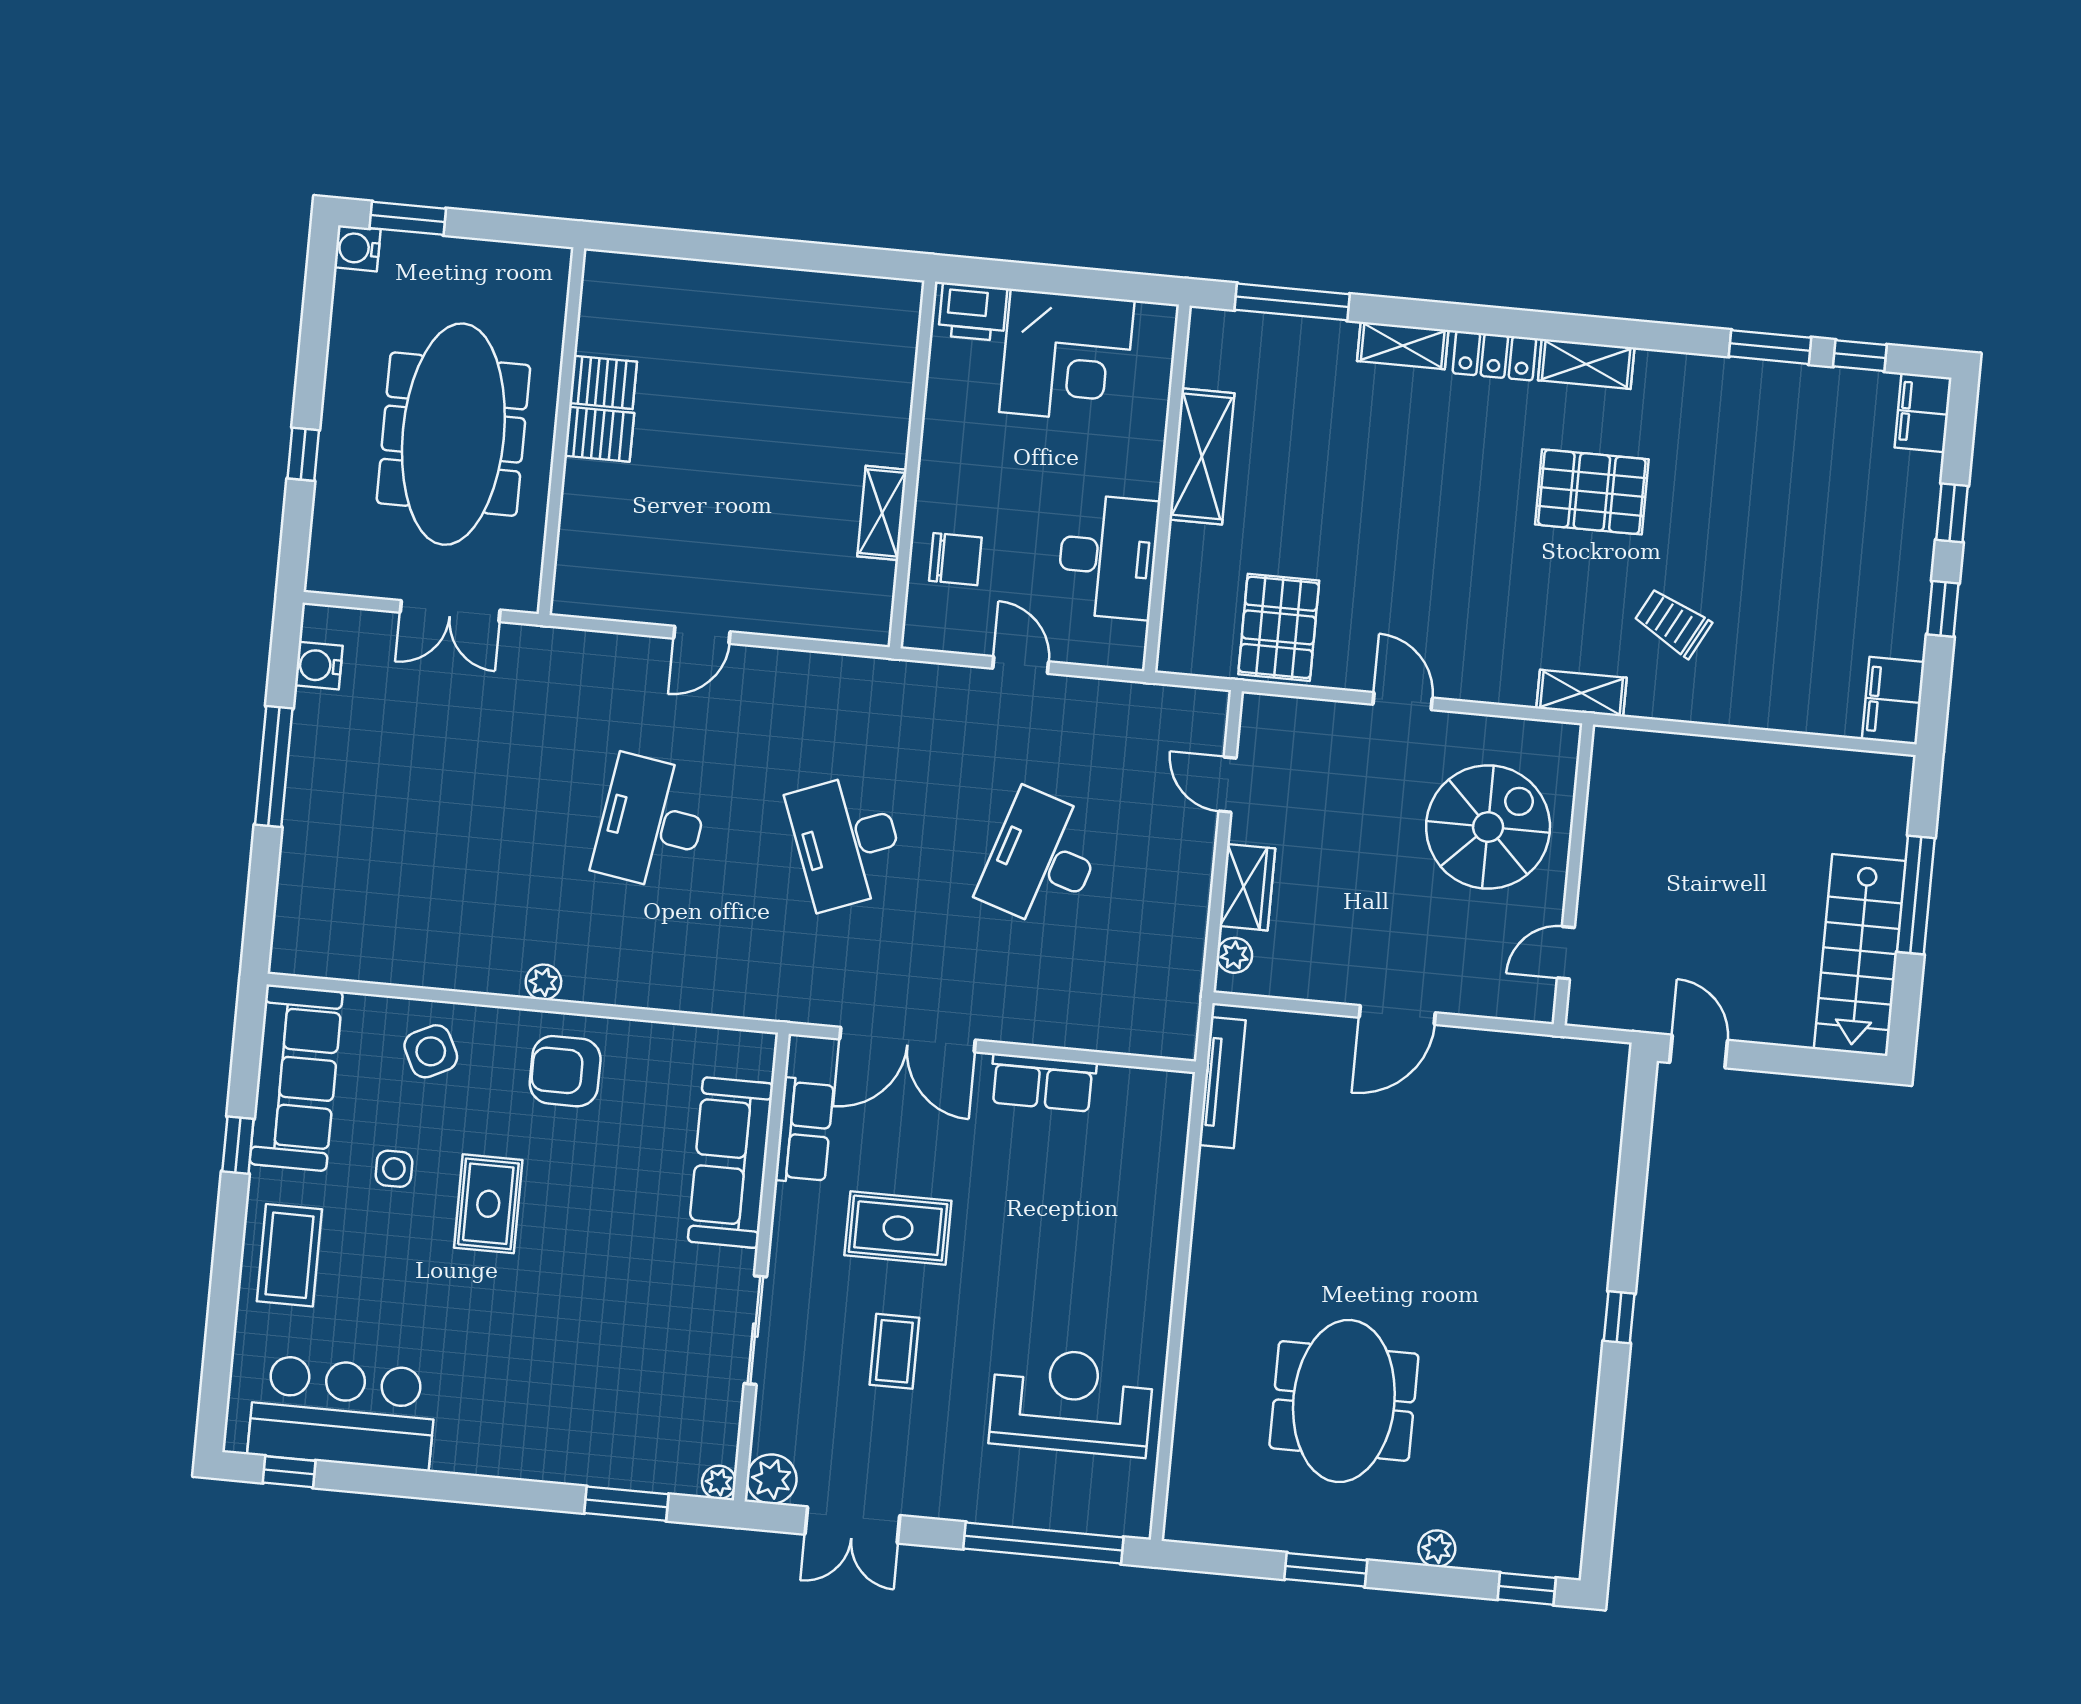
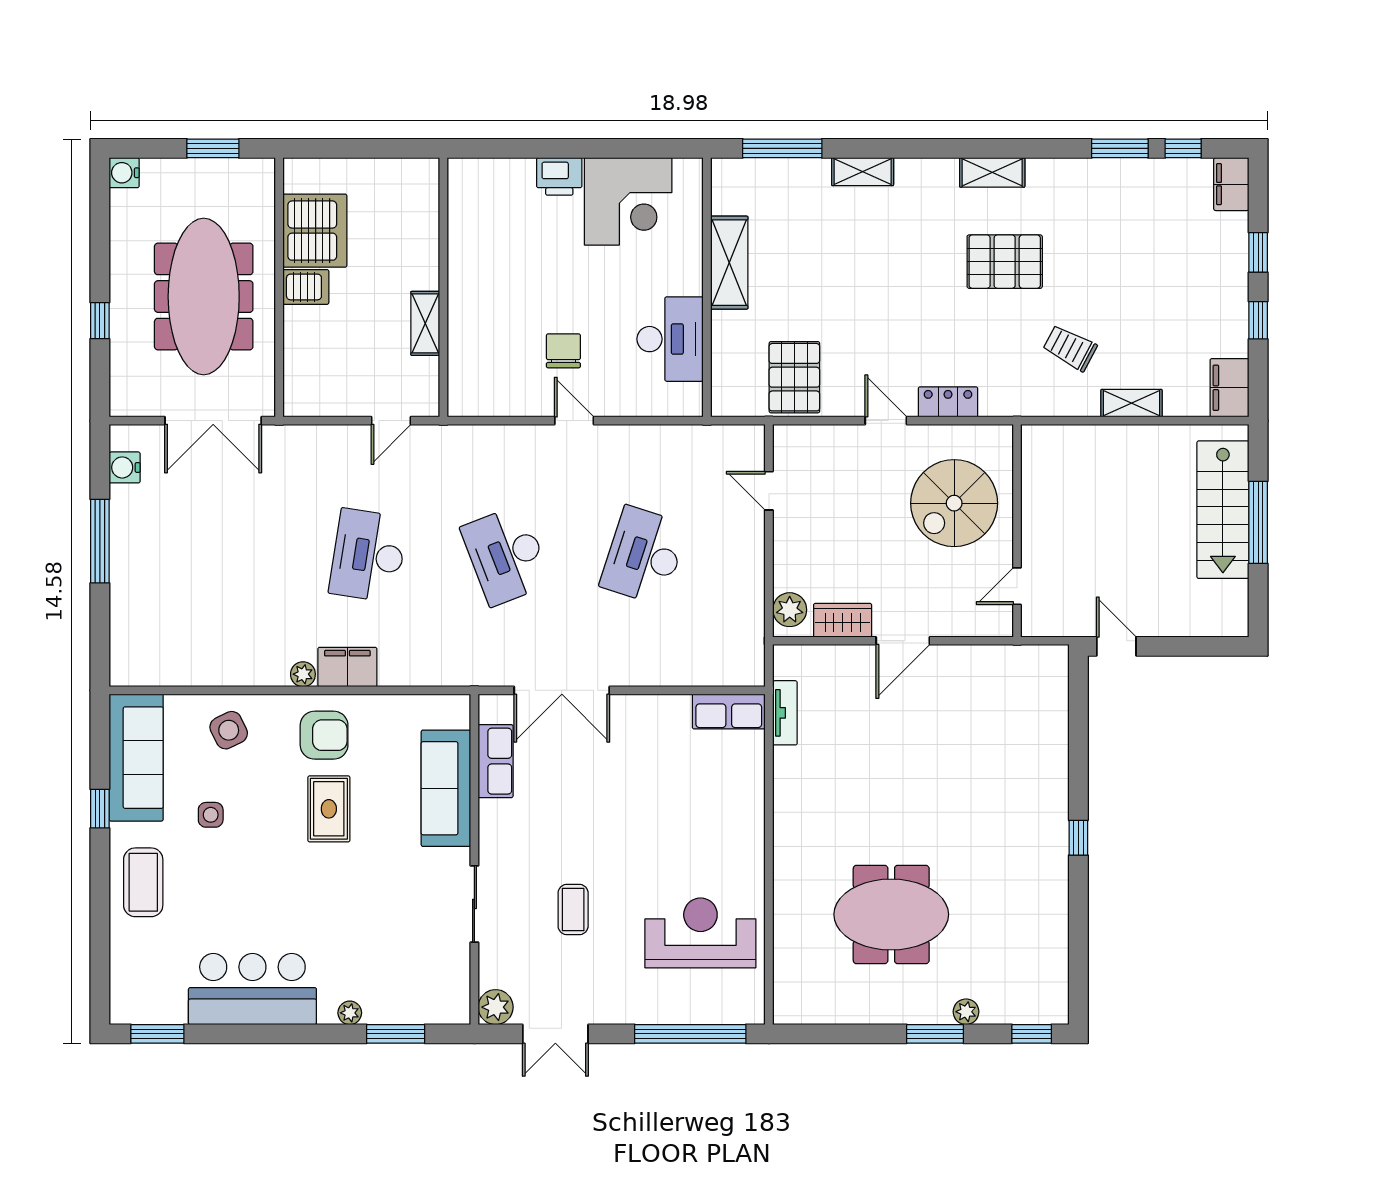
window: (408, 218) -> (213, 148), moved
locker: (1494, 356) -> (948, 402), moved, turned 180
server rack: (603, 382) -> (315, 231), width x2.18, depth x1.44
wall: (912, 464) -> (443, 287), moved
shelving: (882, 513) -> (425, 323), moved
chair: (955, 559) -> (563, 351), turned -90
double door: (450, 611) -> (213, 421), width x1.37
door: (1021, 665) -> (574, 421), moved
shelving: (1582, 693) -> (1131, 403), moved
spiral stairs: (1488, 827) -> (954, 503), turned 180
wardrobe: (1247, 887) -> (843, 620), moved, turned -90
plant: (1234, 955) -> (790, 610), width x1.38, depth x1.38
stairs: (1860, 955) -> (1223, 510), moved
filing cabinet: (607, 978) -> (347, 667), added
armchair: (565, 1071) -> (324, 735), turned 180
row of seats: (1043, 1083) -> (729, 712), moved
tv unit: (1222, 1083) -> (785, 713), width x0.71
rug: (488, 1204) -> (329, 809), moved
rug: (898, 1228) -> (568, 823), removed
meeting table: (1344, 1401) -> (891, 914), turned 90
bar counter: (343, 1413) -> (252, 989), moved
window: (289, 1472) -> (157, 1034), width x1.50
plant: (719, 1482) -> (350, 1013), moved
window: (1326, 1570) -> (935, 1034), moved

